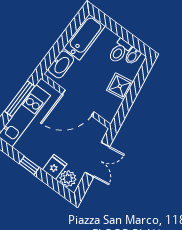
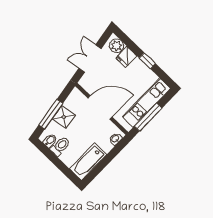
washbasin: (61, 64) -> (115, 139), width x0.52, depth x0.69
window: (136, 88) -> (51, 114), added

